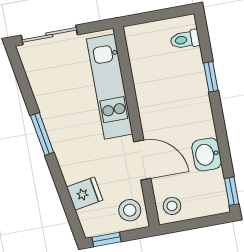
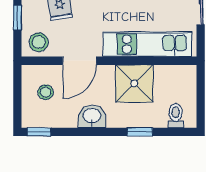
shower: (157, 93) -> (134, 83), added
washbasin: (207, 154) -> (92, 116), moved
stool: (172, 206) -> (46, 92), moved

